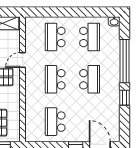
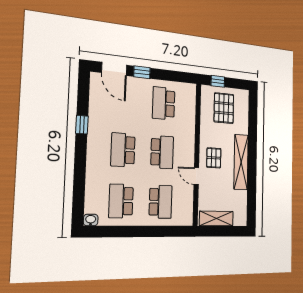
door: (23, 60) -> (196, 176), swing flipped
window: (125, 61) -> (80, 170), removed
school desk: (55, 122) -> (164, 103), turned 180

